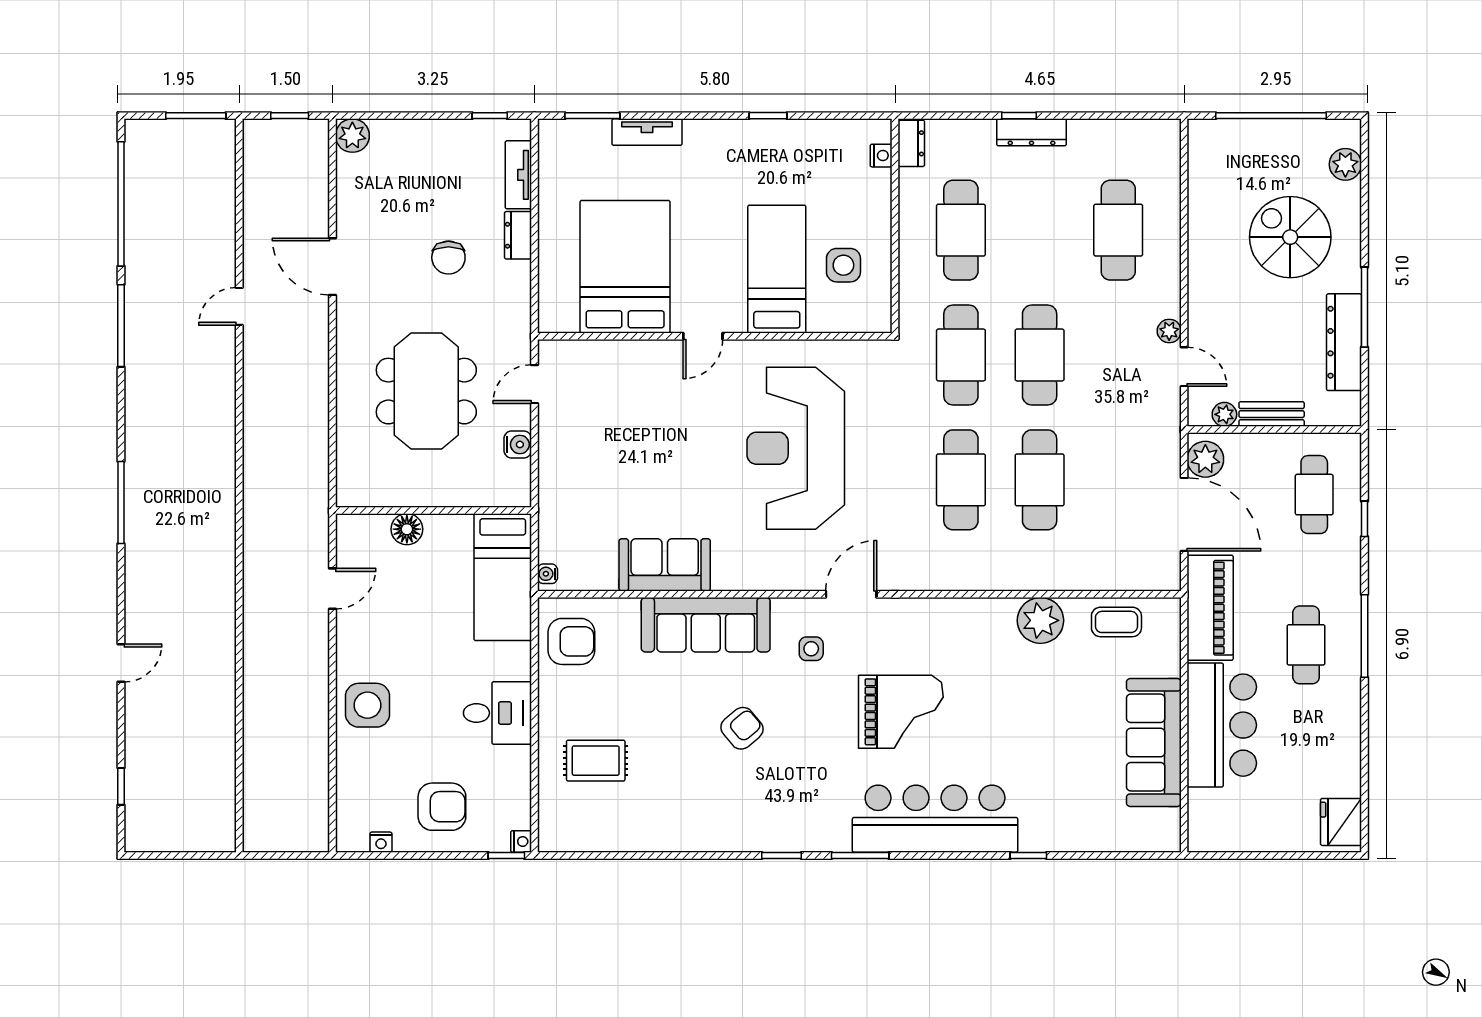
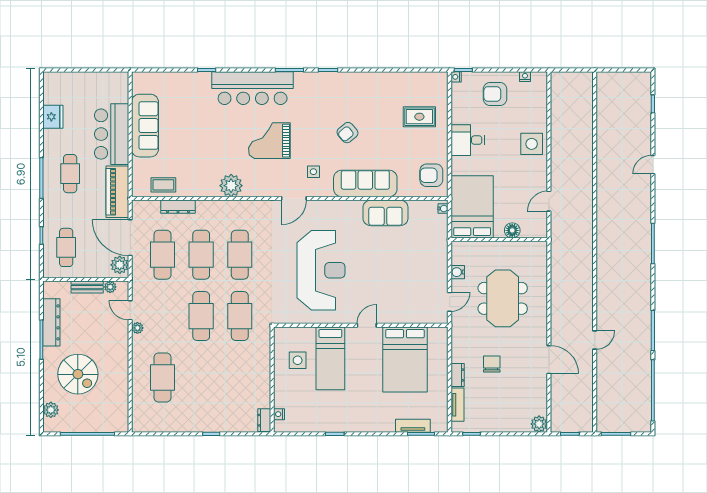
tv unit: (647, 132) -> (413, 426), moved
dresser: (1032, 132) -> (178, 207), moved, turned 180
cafe table: (961, 230) -> (162, 255), moved
bed: (503, 577) -> (472, 207), width x1.50
plant: (1040, 620) -> (231, 186), moved
fridge: (1341, 822) -> (53, 117), moved

